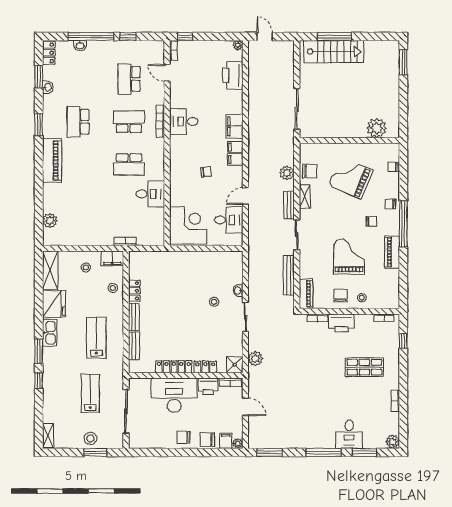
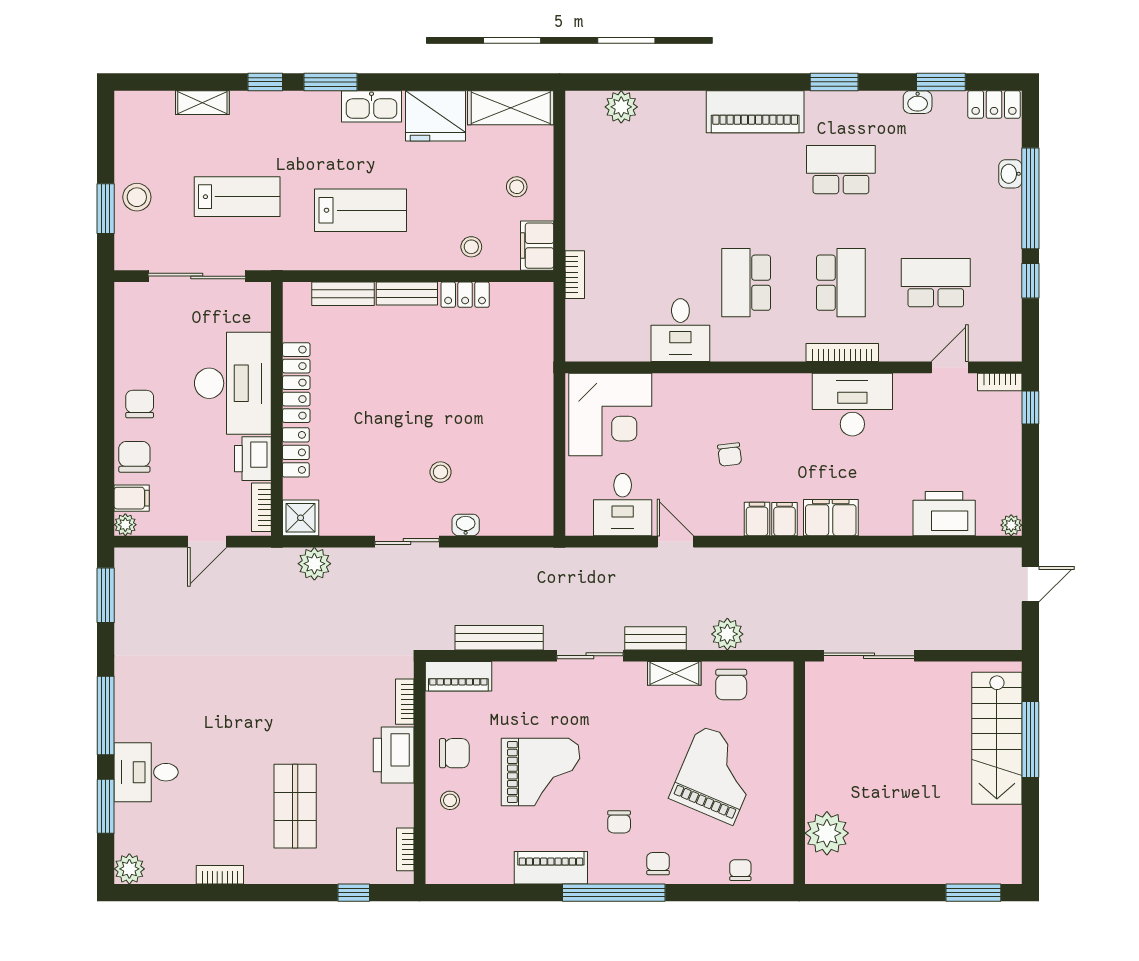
desk: (184, 121) -> (852, 405), width x1.37
shelving: (48, 436) -> (202, 103), moved

